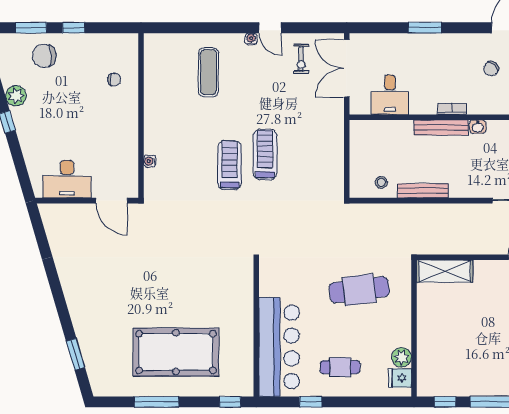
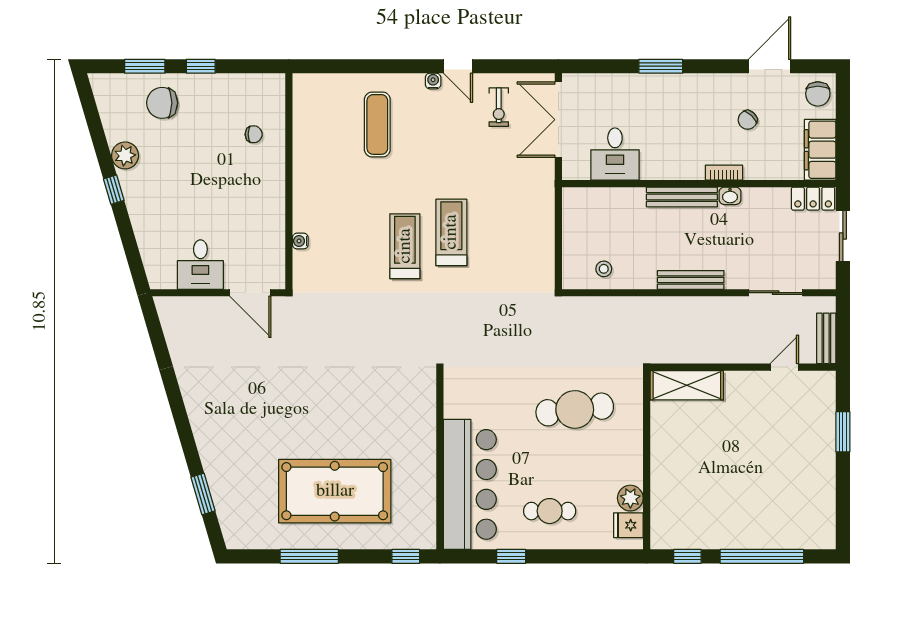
bookcase: (452, 109) -> (724, 173), moved
desk: (67, 179) -> (200, 265), width x0.73
bench: (423, 191) -> (691, 280), moved

